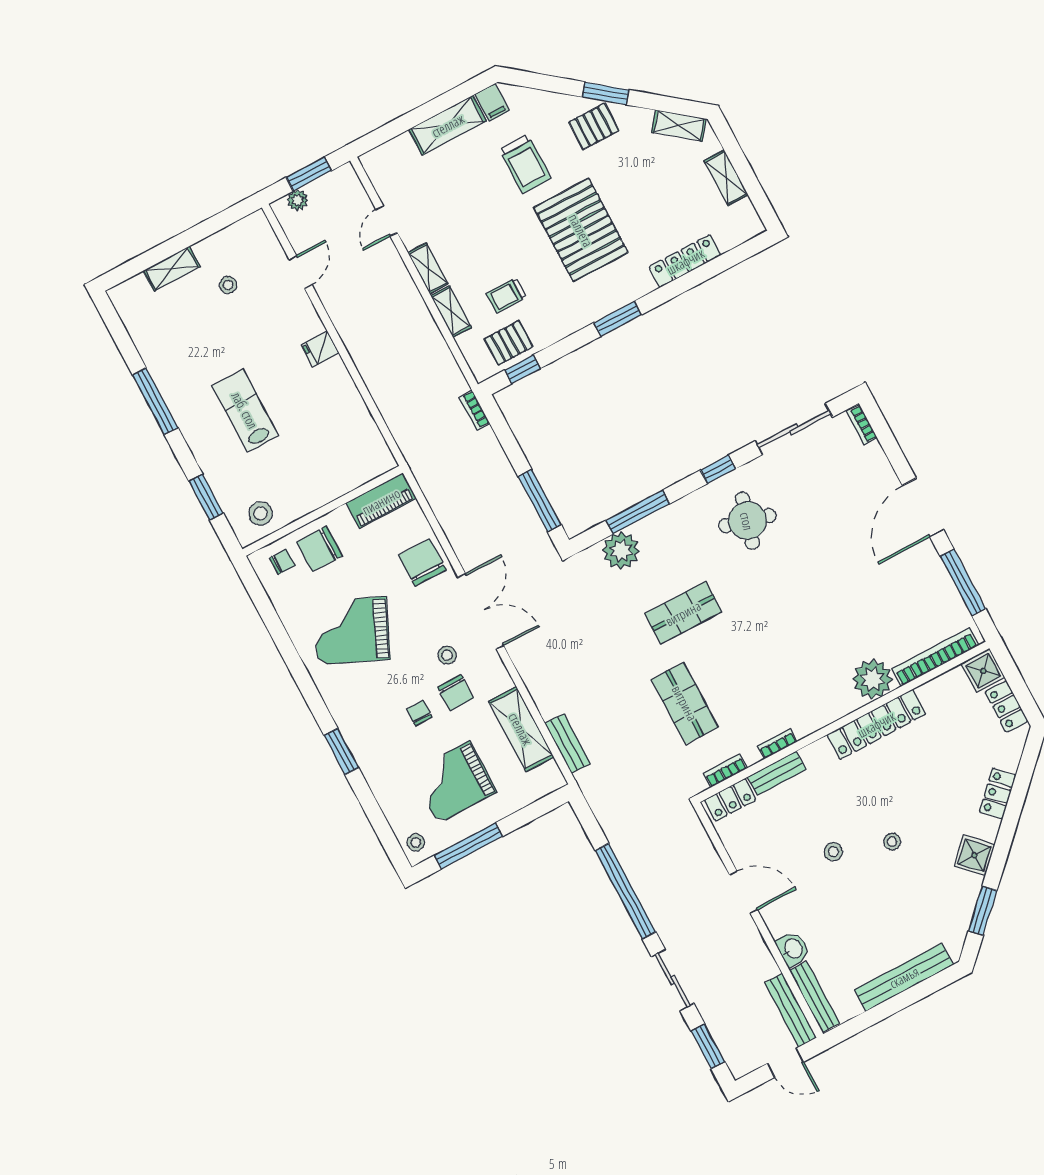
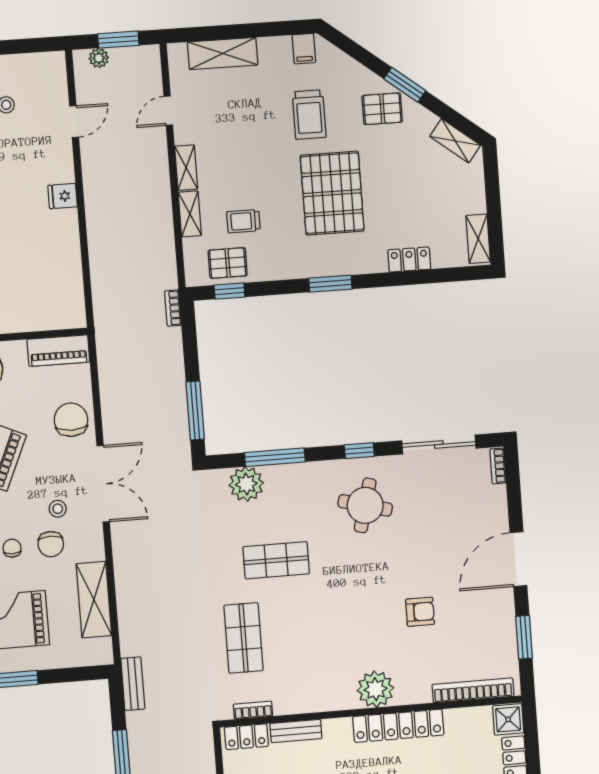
shelving: (448, 125) -> (223, 53), moved
shelving: (726, 178) -> (478, 239), moved
locker: (685, 261) -> (409, 260), width x0.66
window: (963, 582) -> (524, 637), width x0.69
armchair: (848, 602) -> (420, 612), added
plant: (872, 679) -> (375, 689), moved
bench: (568, 743) -> (133, 684), moved
bookcase: (777, 744) -> (307, 706), removed

